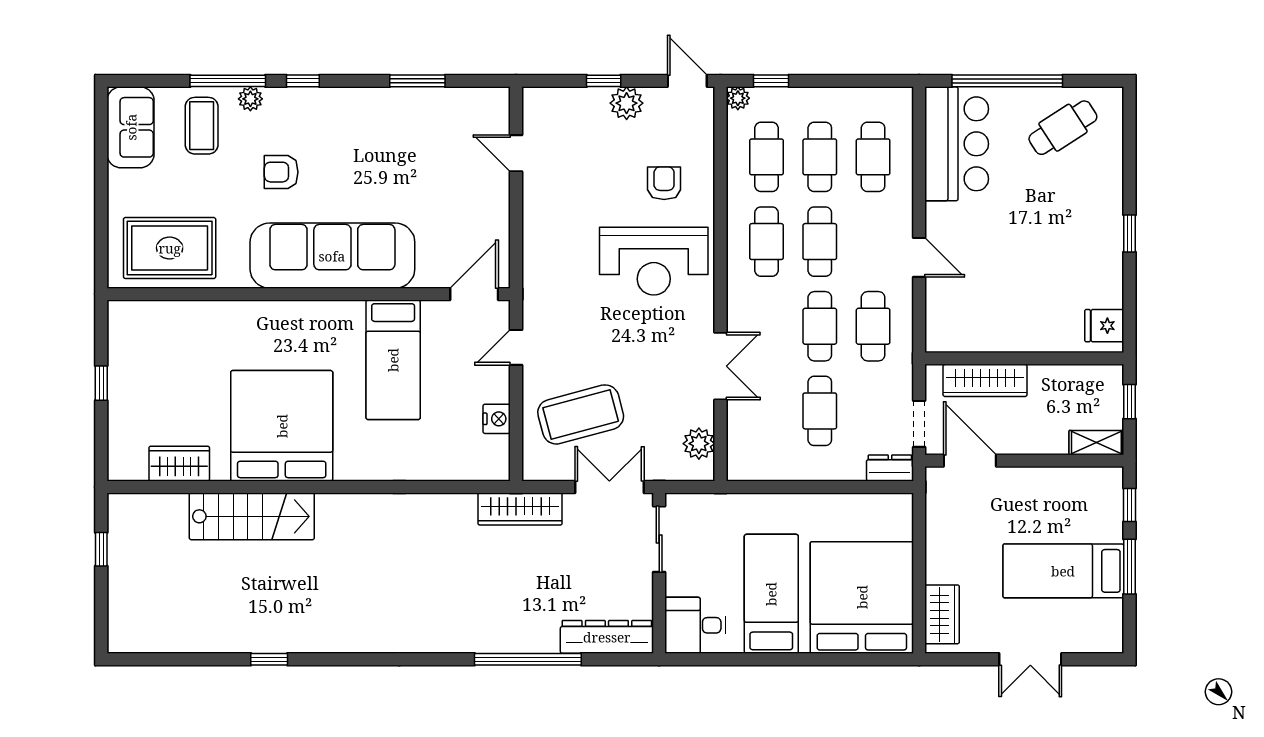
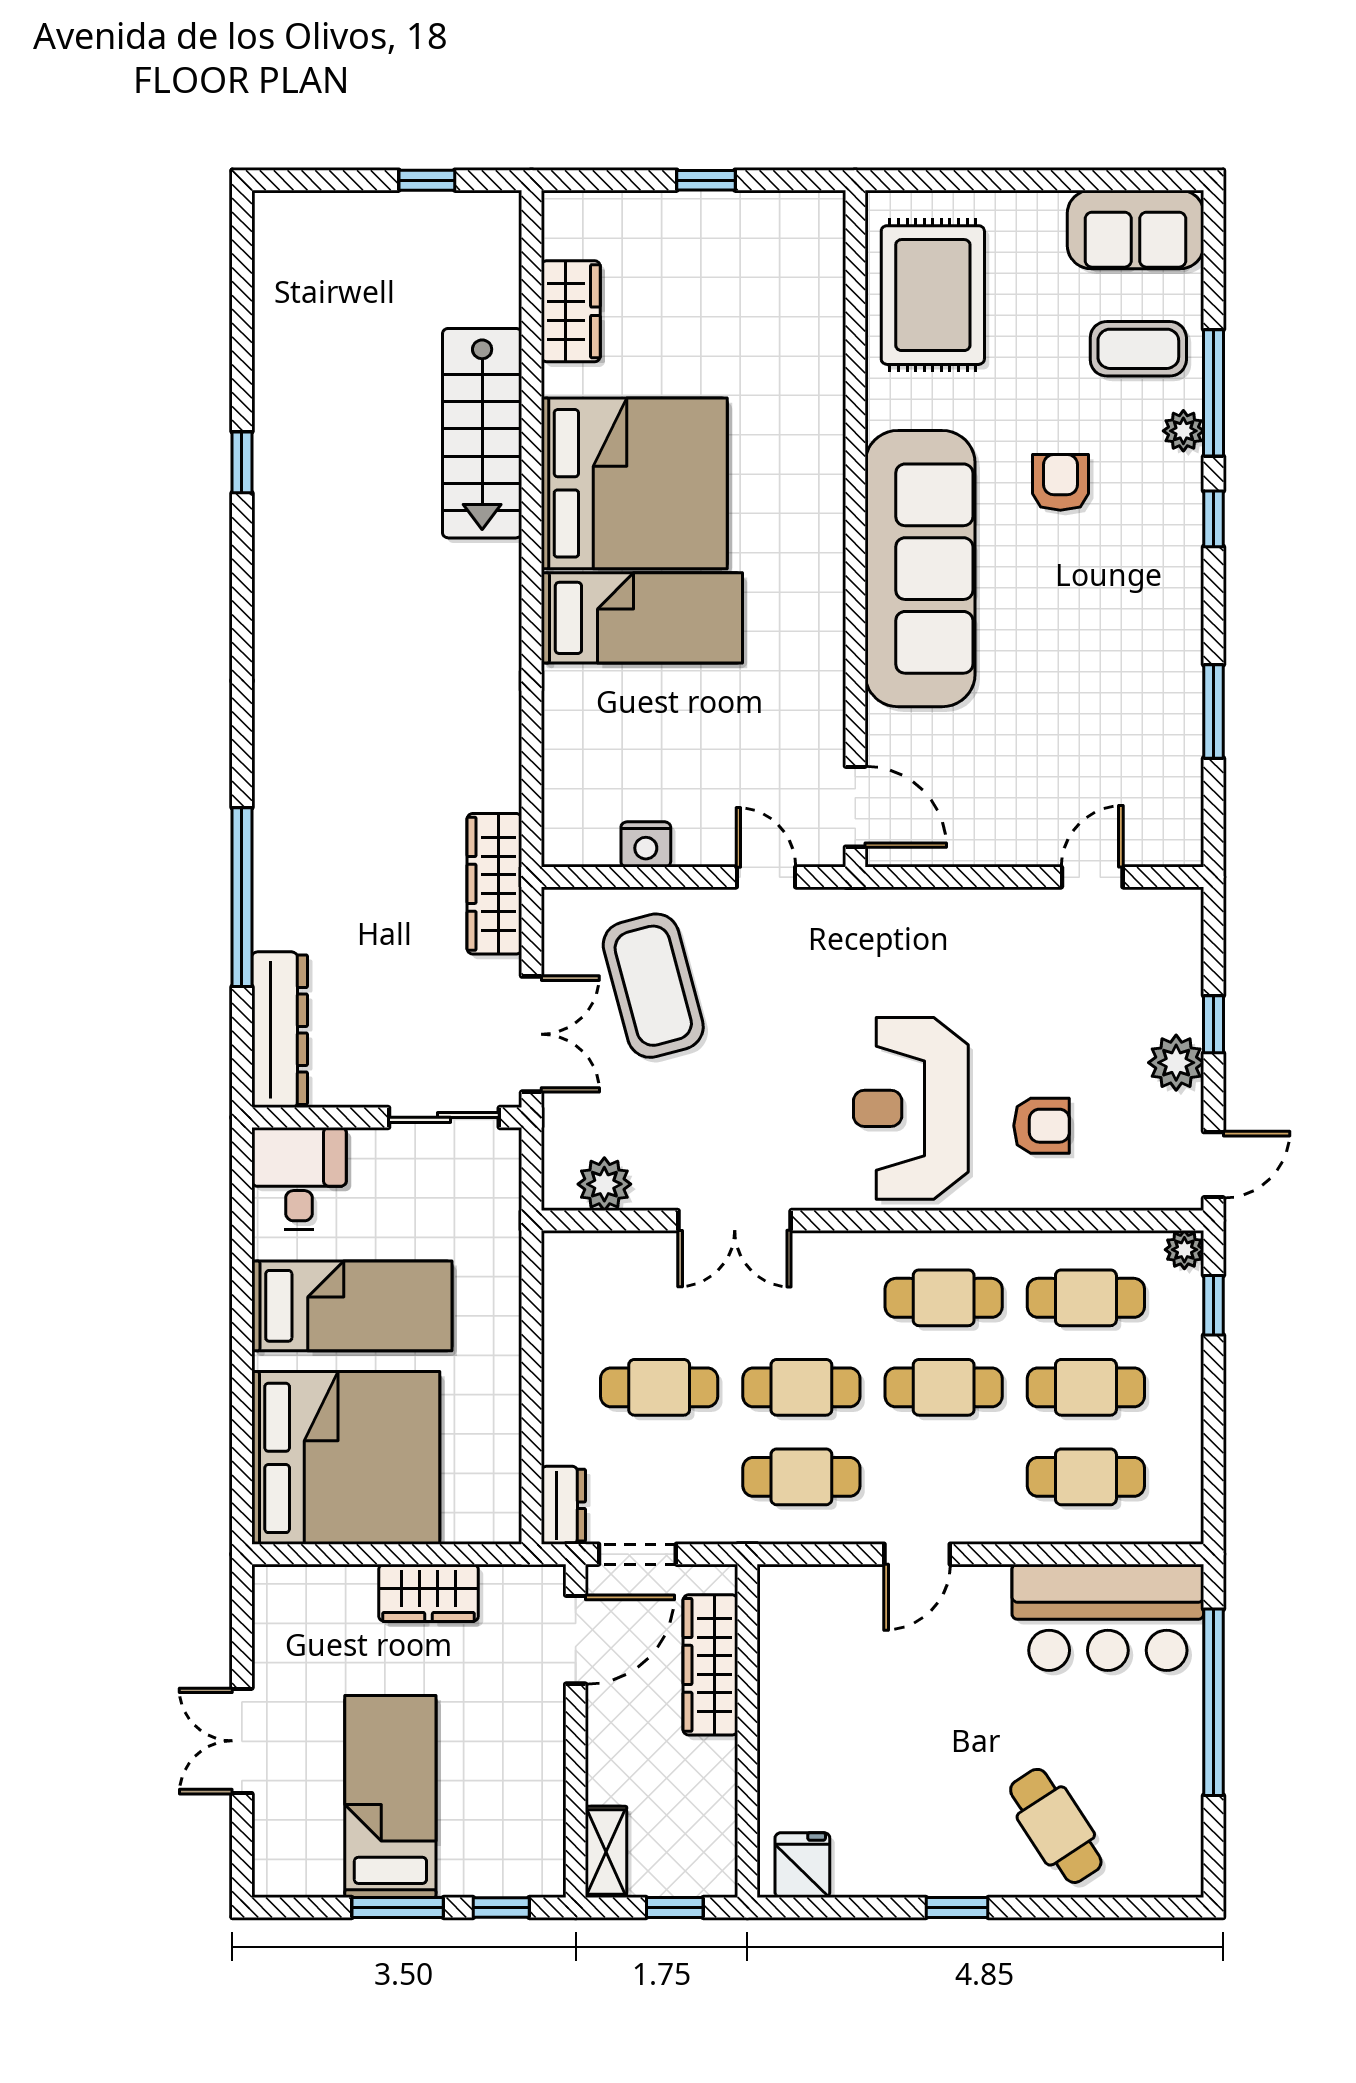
cafe table: (1063, 128) -> (1056, 1826), moved
bed: (393, 360) -> (642, 618), moved, turned 180
wardrobe: (942, 614) -> (429, 1593), moved

